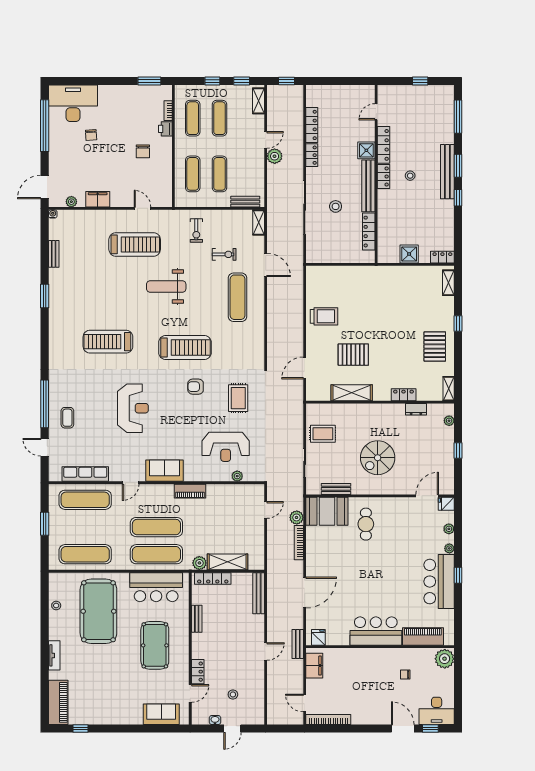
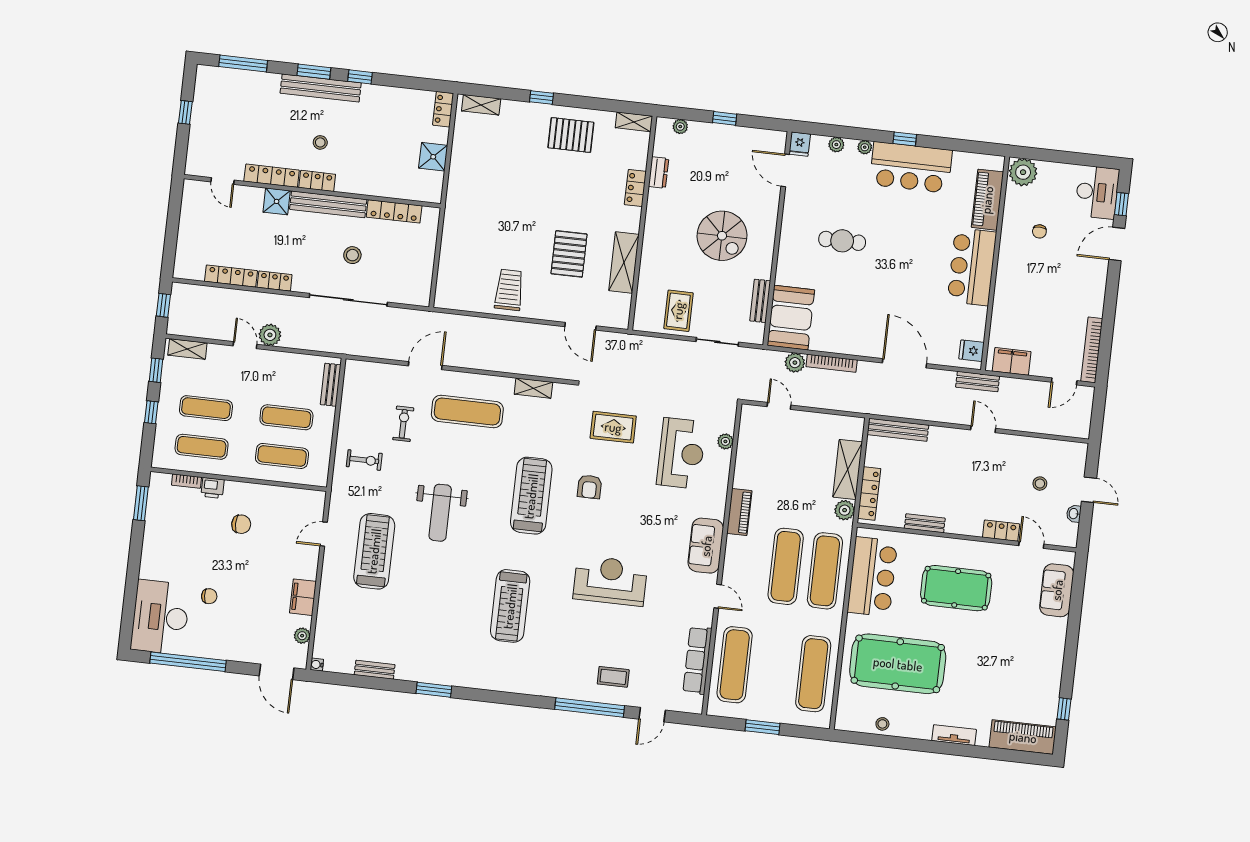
shelving: (259, 222) -> (533, 388), moved
cafe table: (366, 524) -> (842, 241), moved

